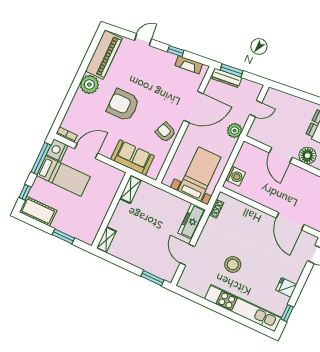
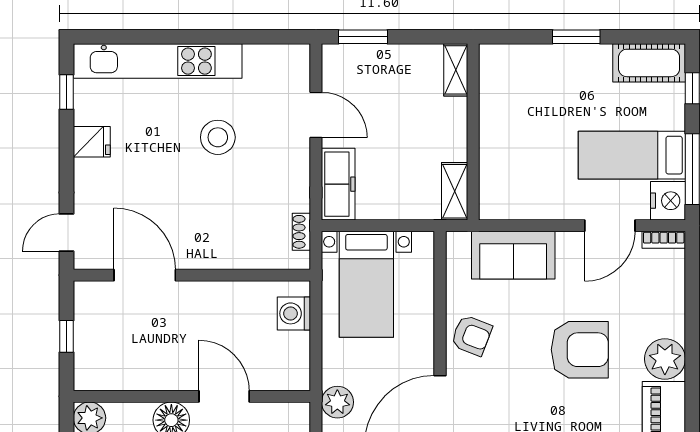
shelving: (131, 189) -> (455, 191), moved
wall: (111, 210) -> (473, 132), moved
shelving: (106, 240) -> (456, 70), moved

